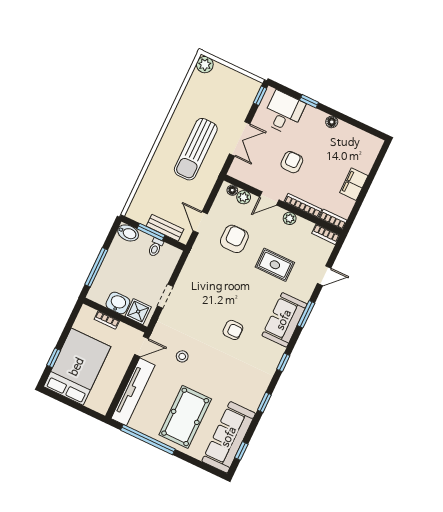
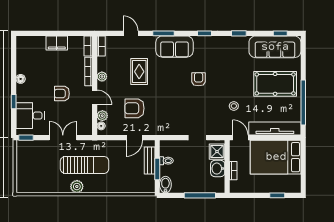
plant: (205, 65) -> (77, 187), moved
bed: (77, 367) -> (276, 157), moved

